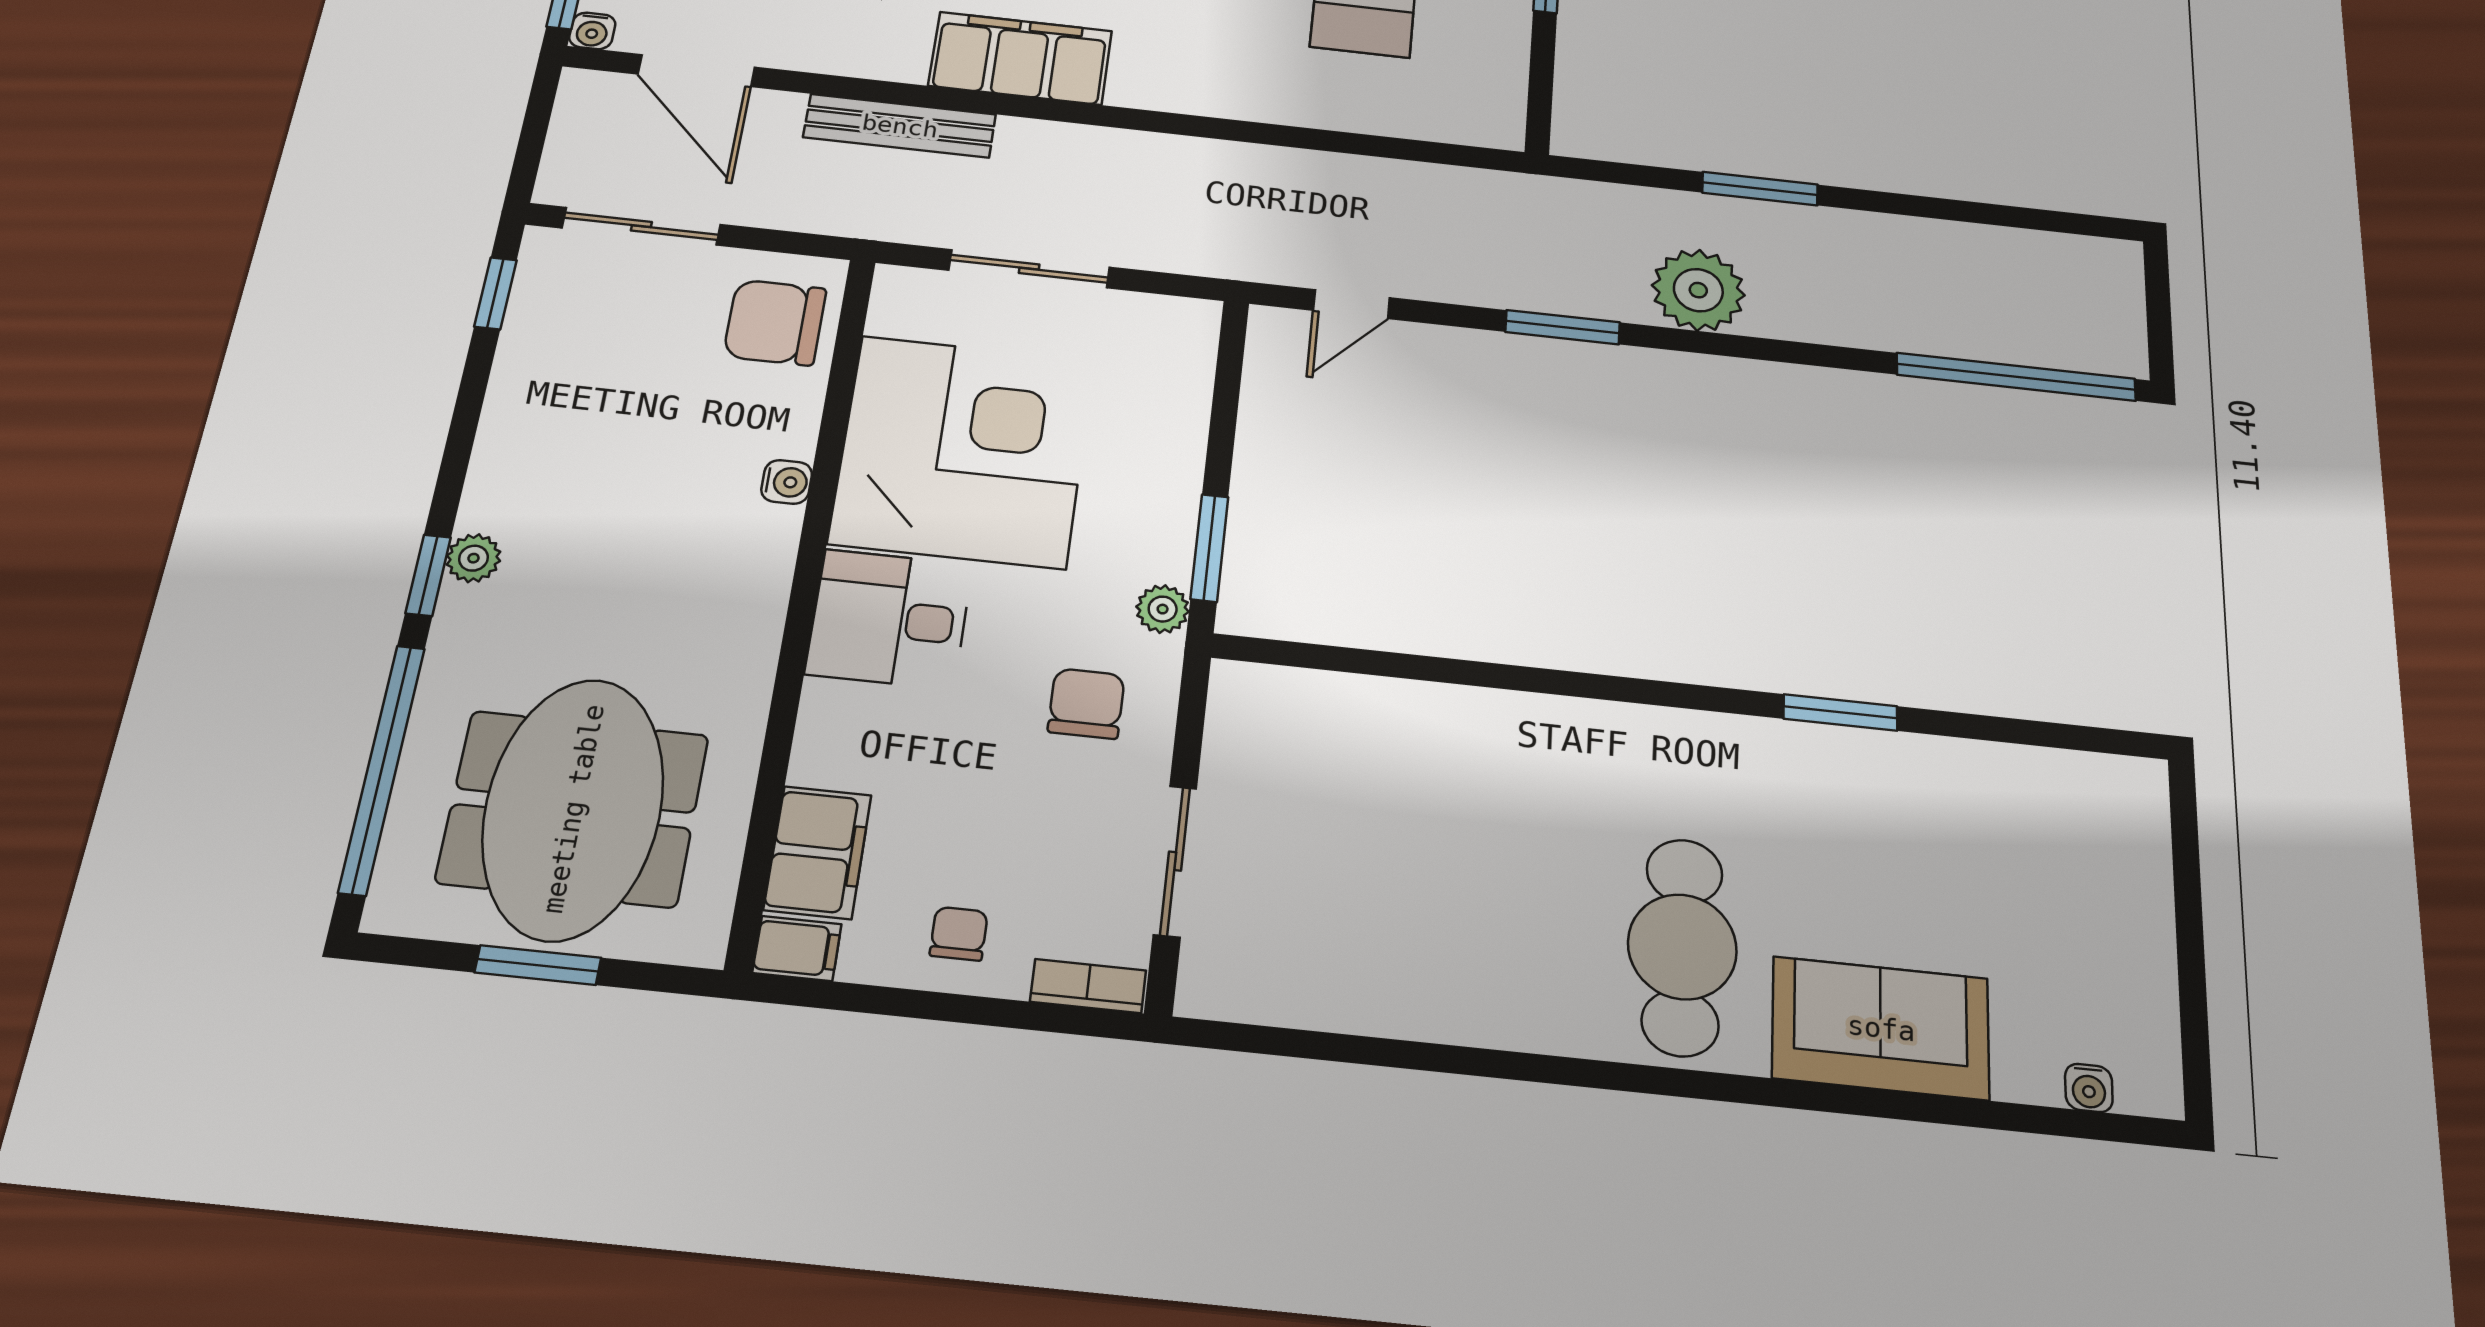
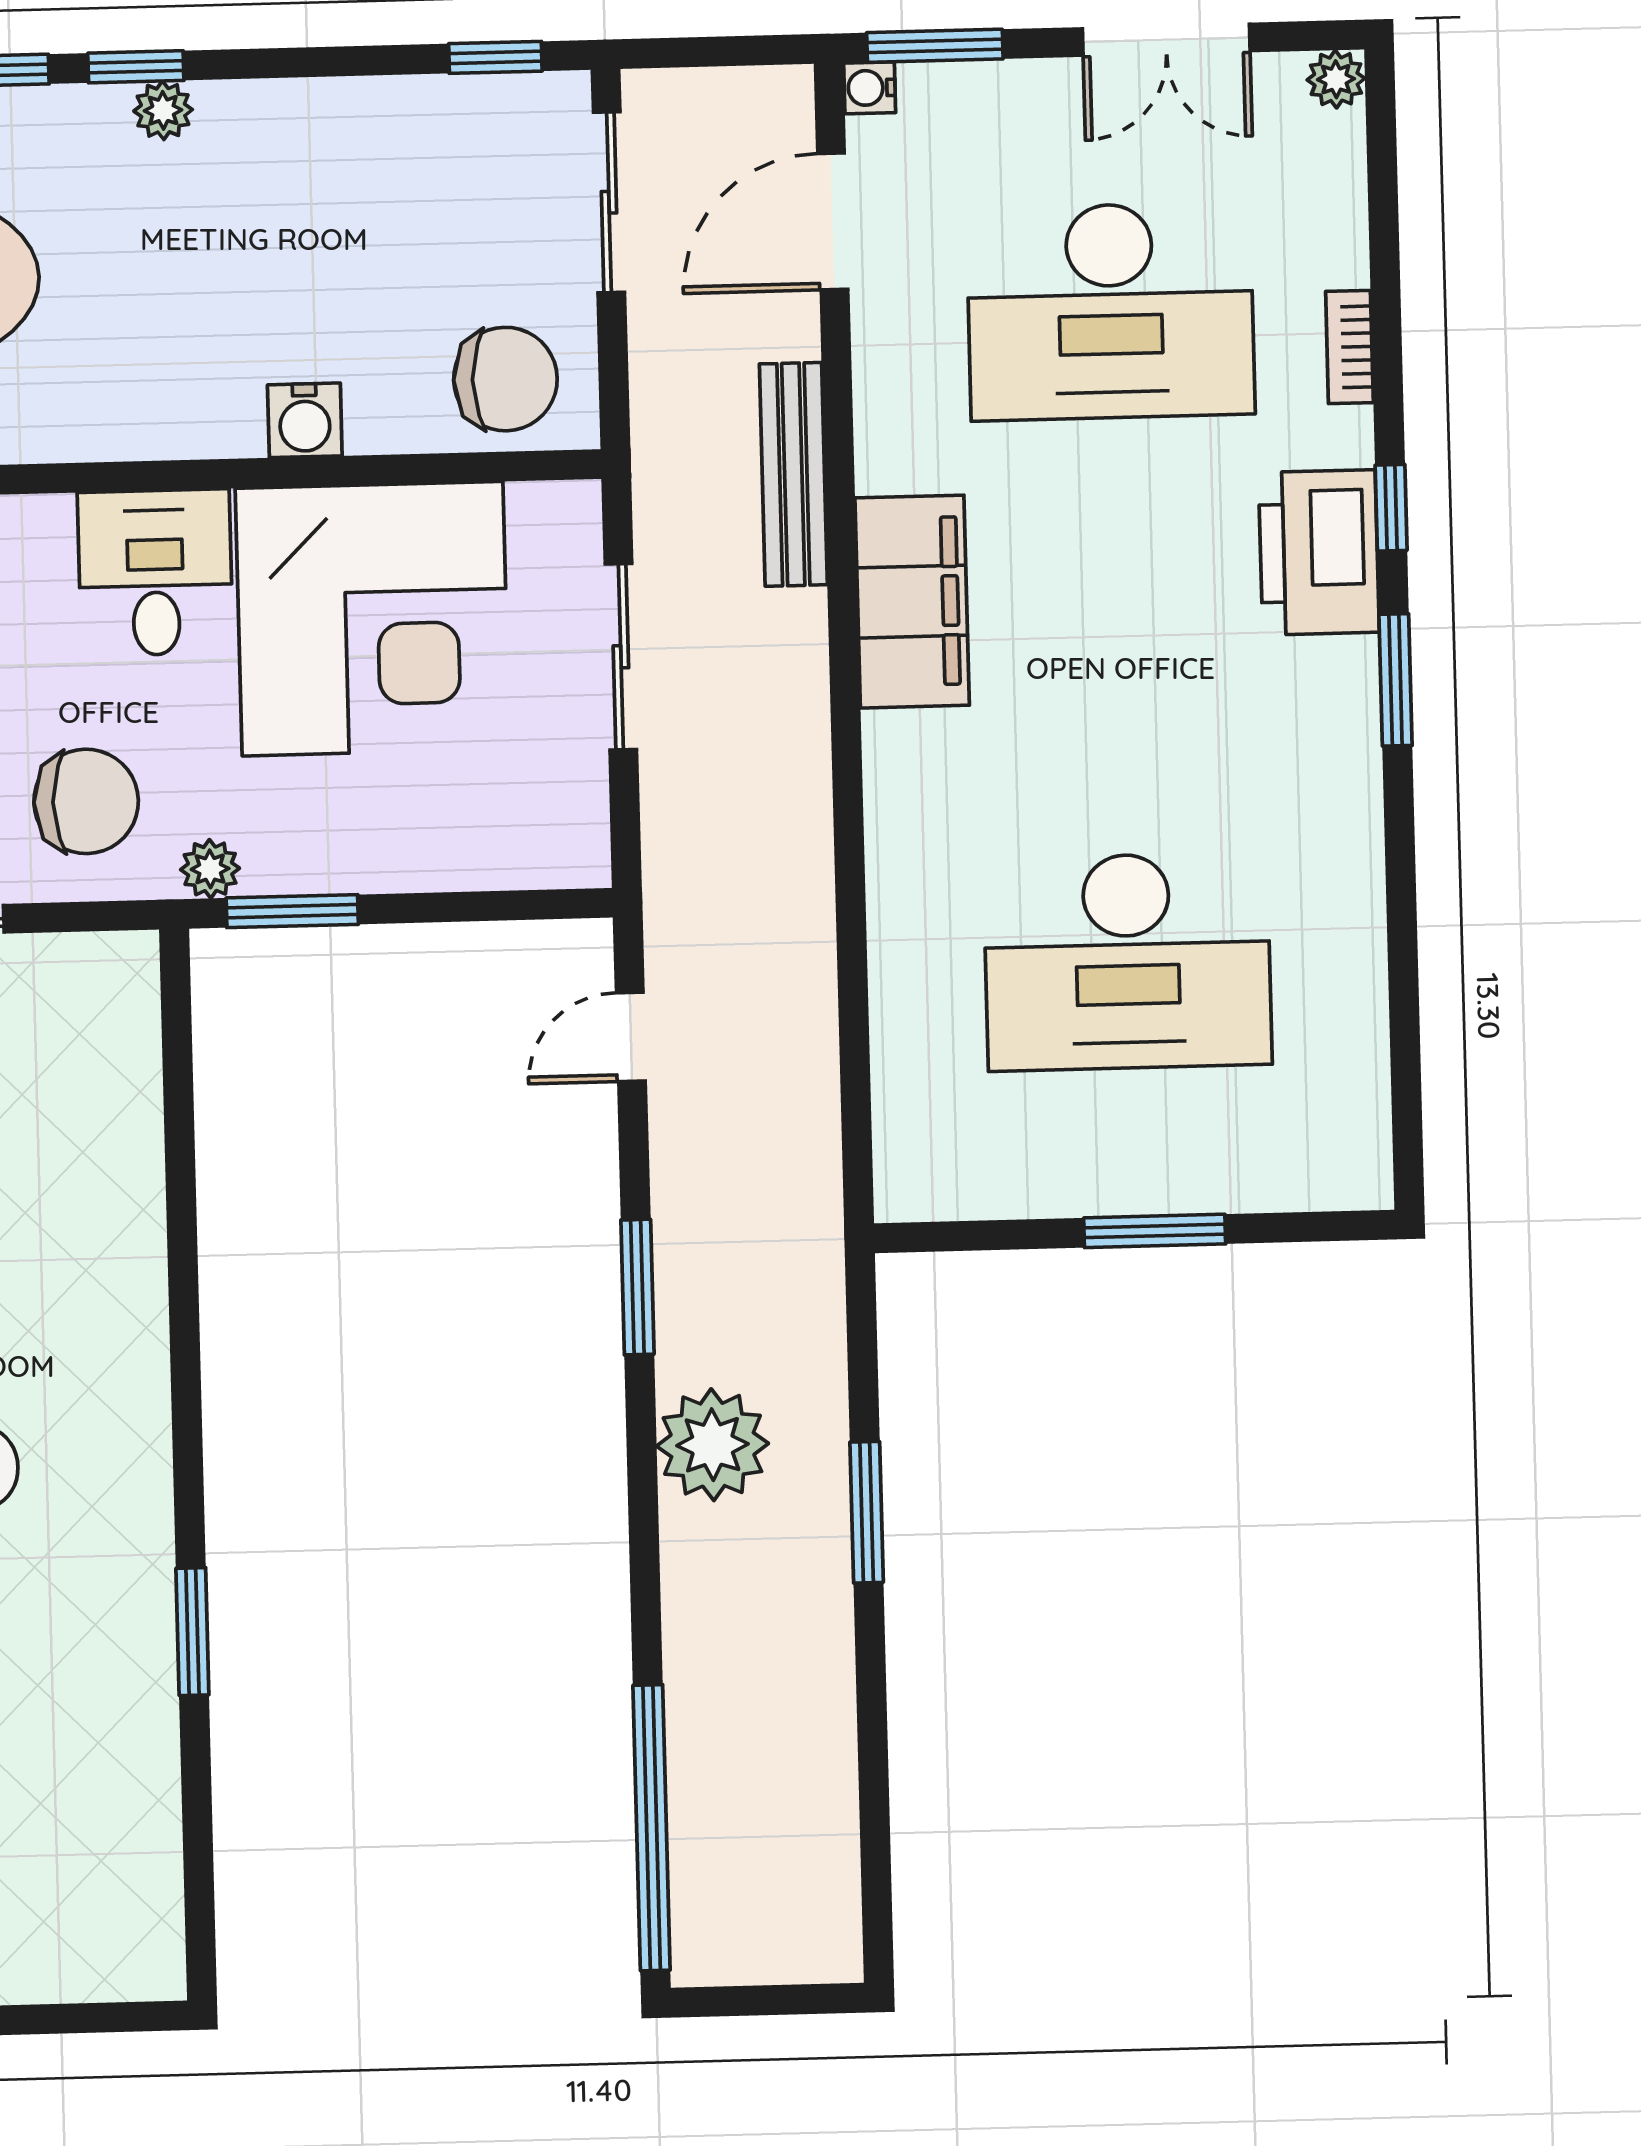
door: (1351, 304) -> (631, 1037), hinge flipped
chair: (775, 322) -> (505, 379), turned 90
water cooler: (787, 482) -> (305, 420), width x1.38, depth x1.38
chair: (1086, 704) -> (86, 801), width x1.37, depth x1.37

